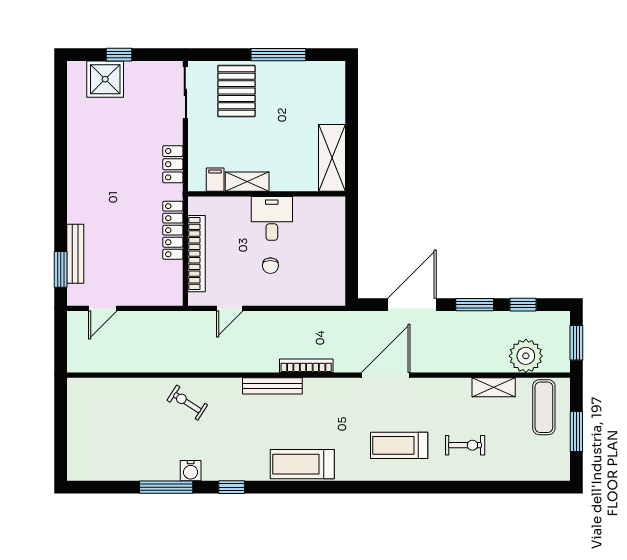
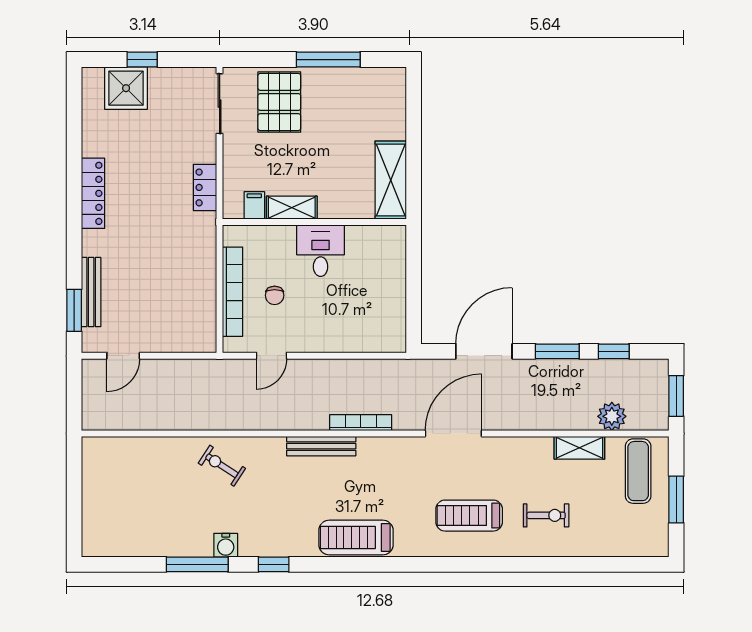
locker: (173, 230) -> (93, 193), moved, turned 180
chair: (270, 266) -> (275, 295), moved
plant: (526, 356) -> (612, 416), width x0.73, depth x0.73

